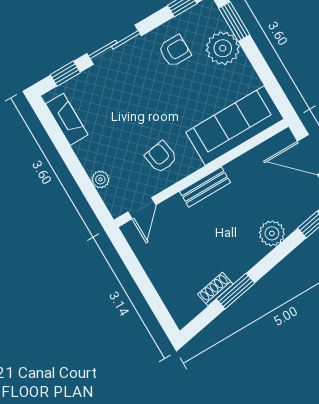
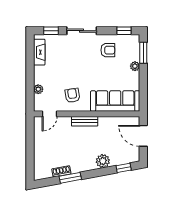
plant: (223, 48) -> (135, 66), width x0.53, depth x0.53

